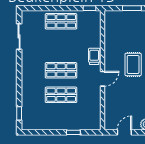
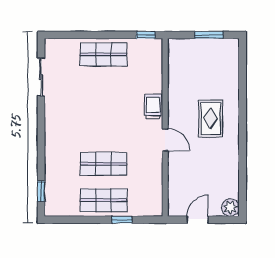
shop shelf: (61, 70) -> (104, 200), moved
door: (102, 79) -> (165, 140), hinge flipped

